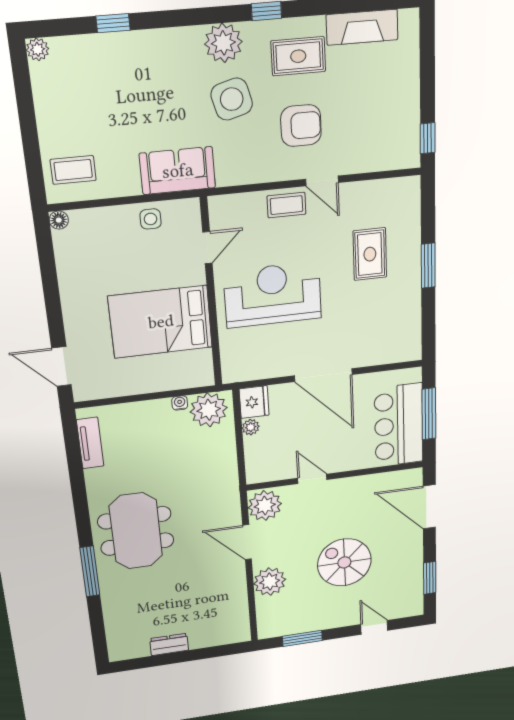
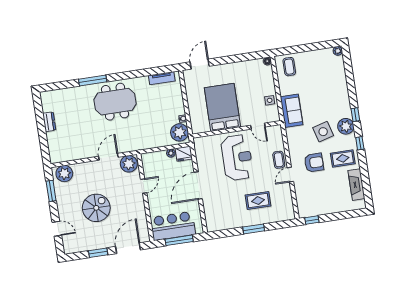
window: (113, 23) -> (355, 115), moved
rug: (298, 56) -> (343, 158), turned 90
armchair: (301, 126) -> (314, 163), turned -90
window: (430, 578) -> (98, 253), moved
plant: (270, 582) -> (64, 174), moved
door: (374, 627) -> (57, 229), hinge flipped

